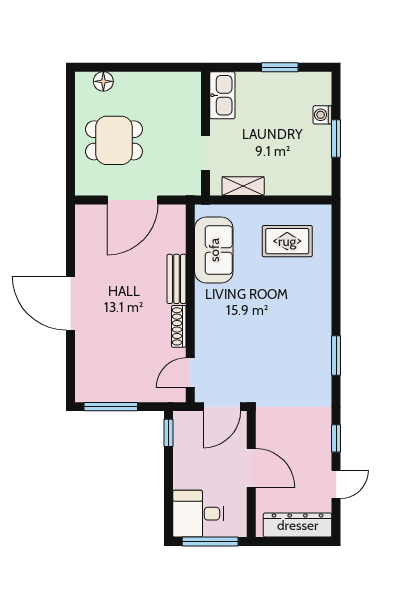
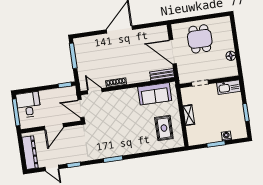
floor lamp: (103, 81) -> (231, 56), moved
shelving: (243, 186) -> (189, 115), moved
bench: (176, 279) -> (162, 75), moved

